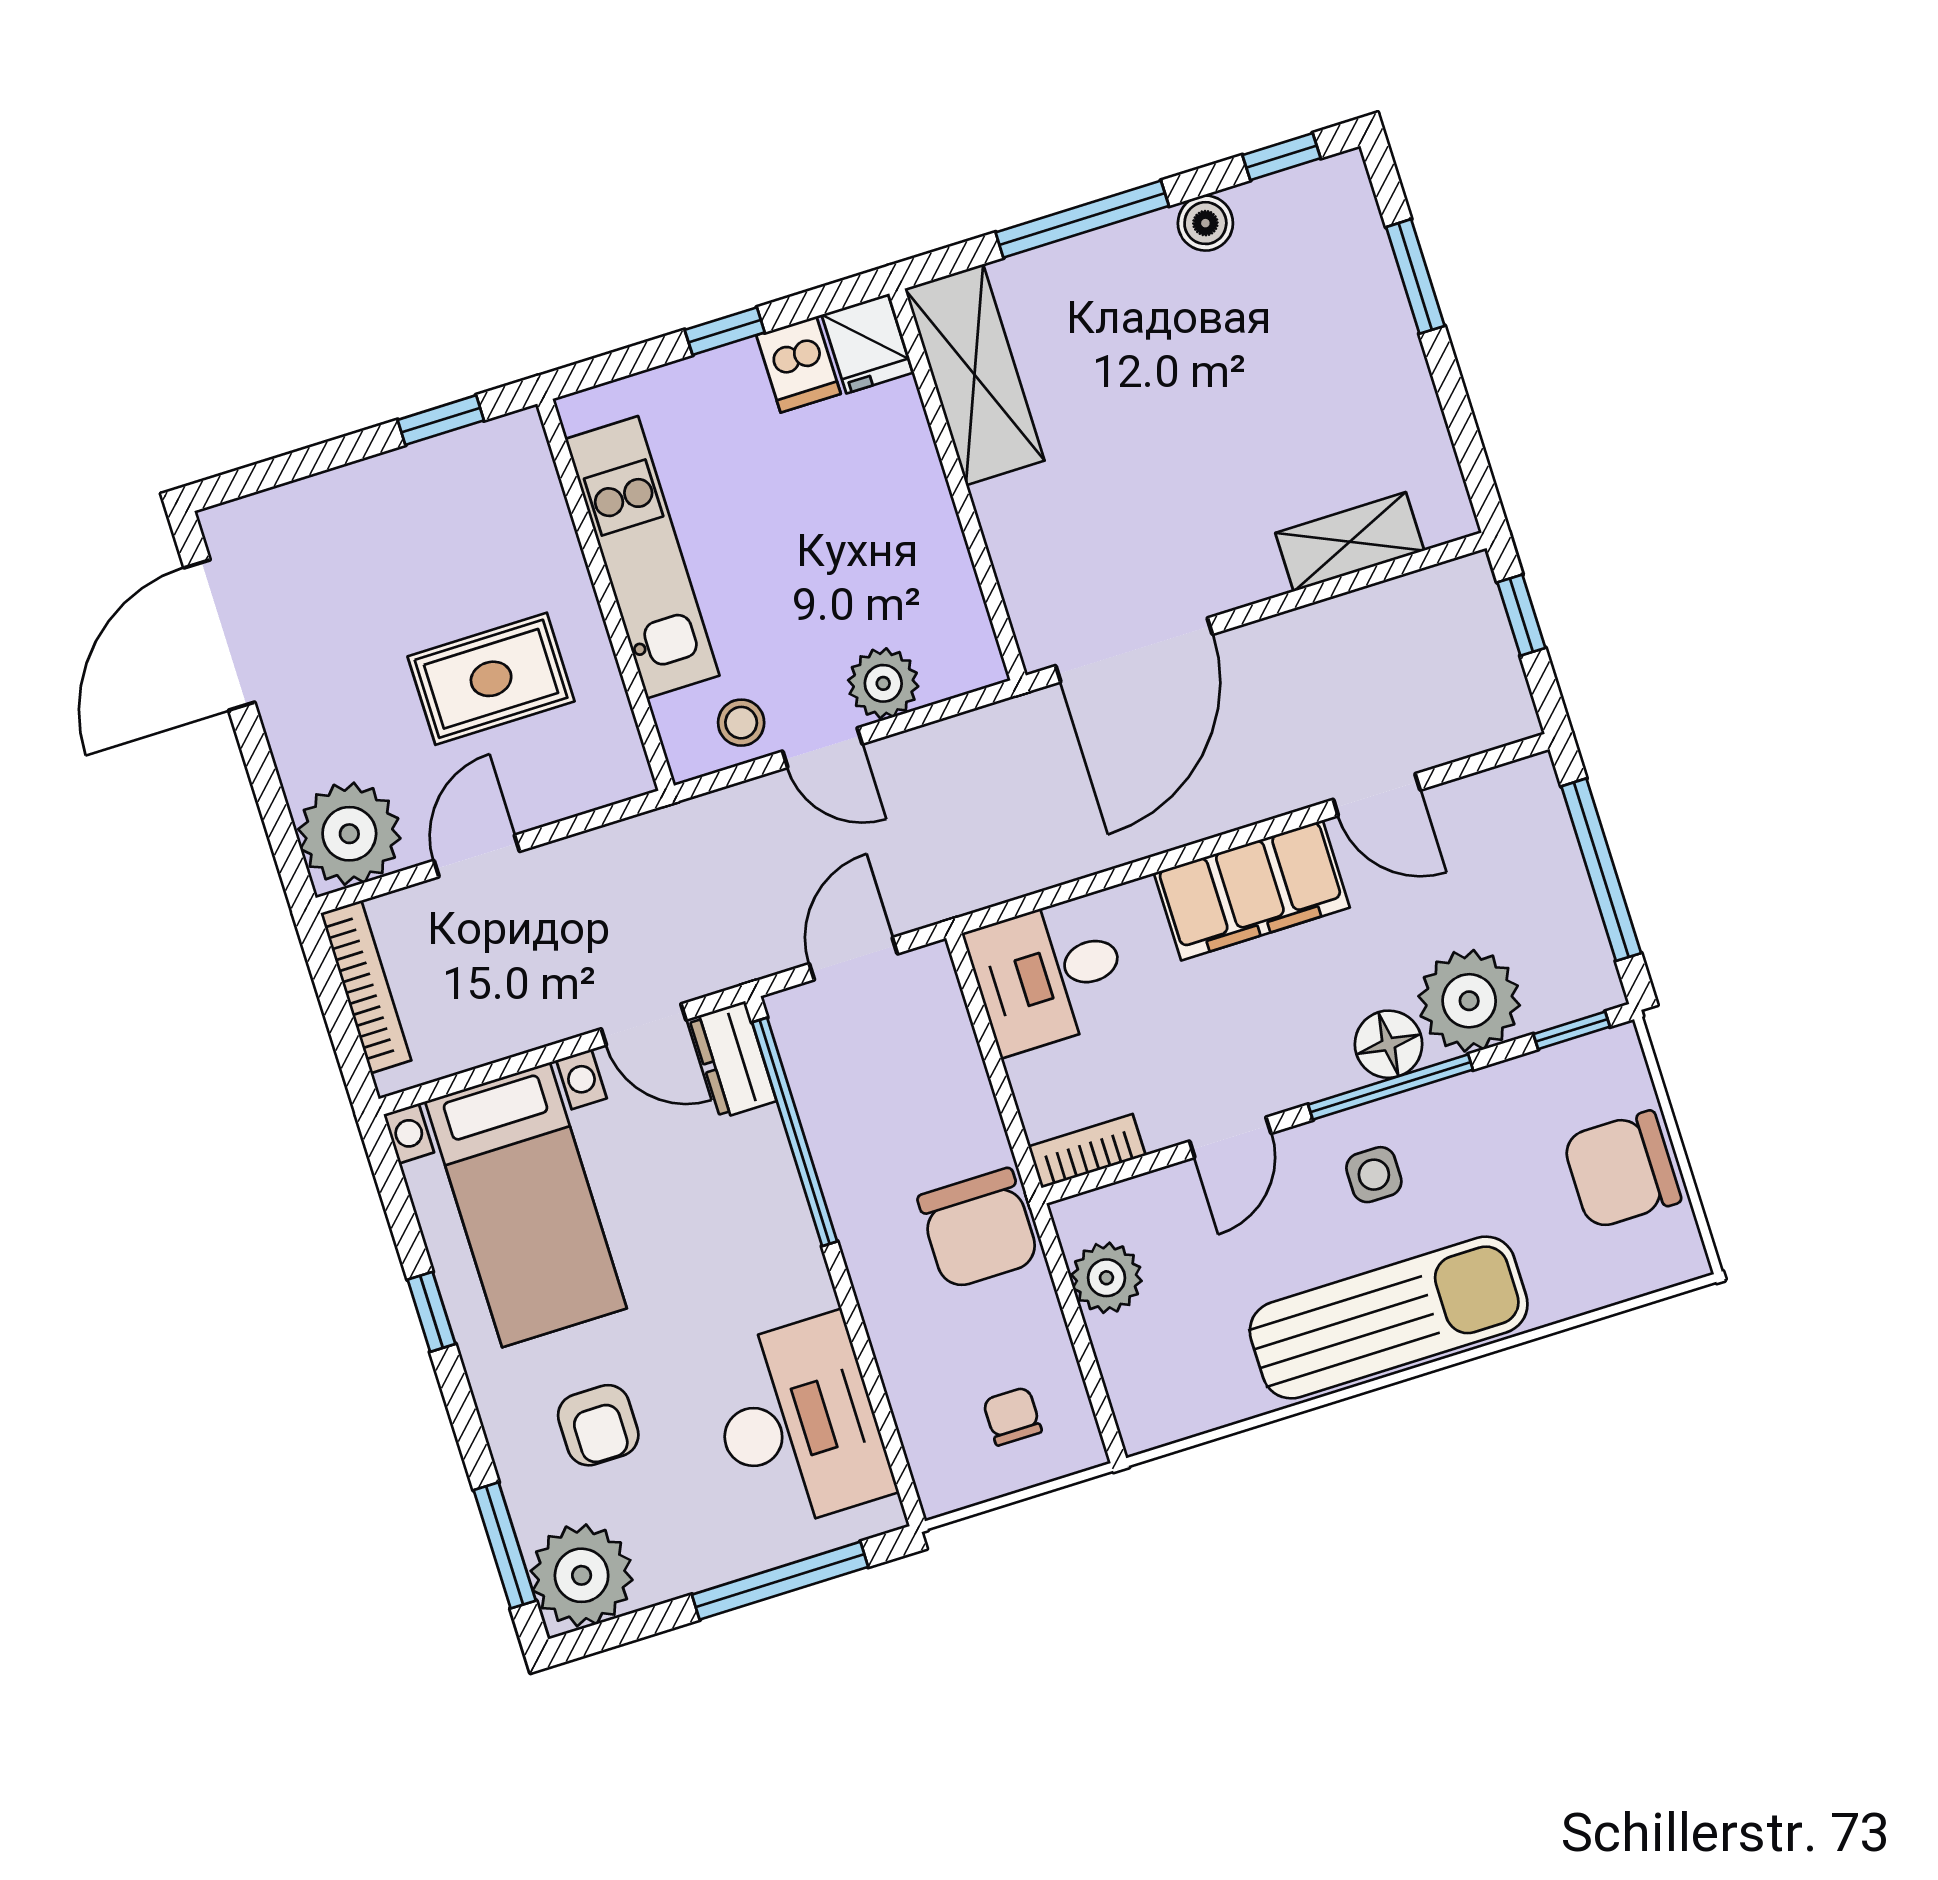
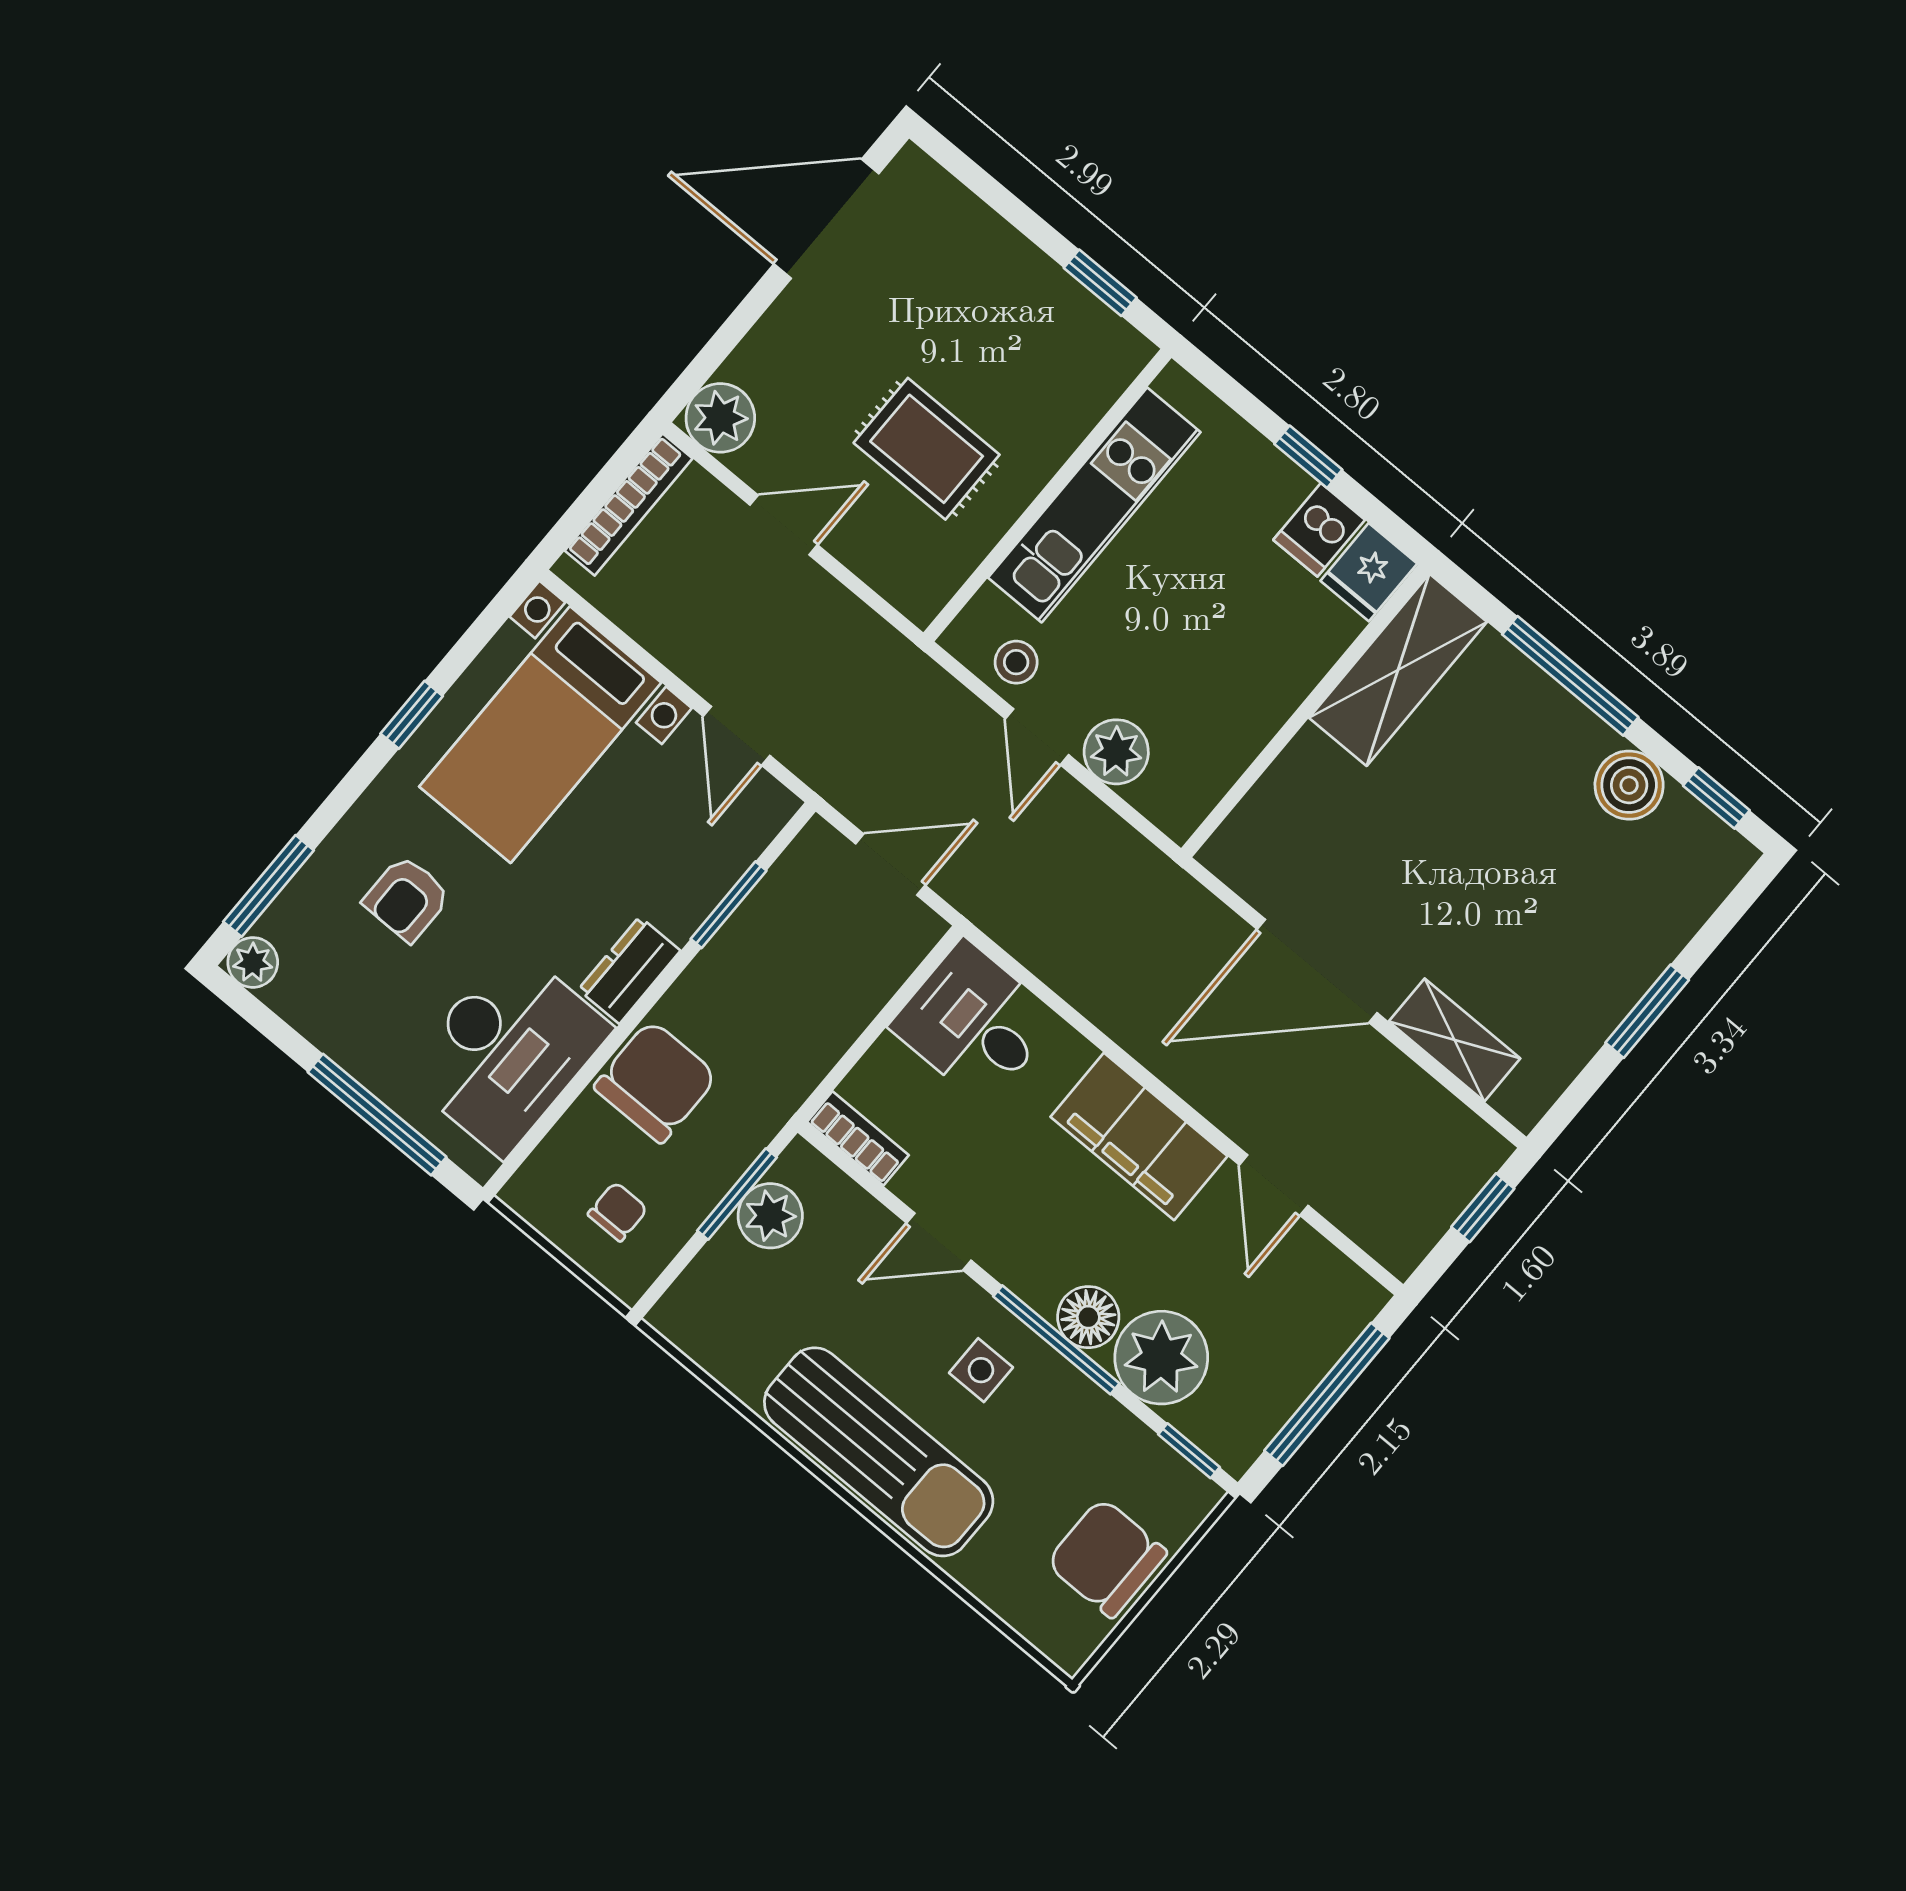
boiler: (1205, 223) -> (1629, 785), width x1.36, depth x1.36
window: (1415, 276) -> (1647, 1011), moved
door: (1134, 650) -> (1317, 971), moved
plant: (349, 834) -> (720, 418), width x0.73, depth x0.73
dresser: (733, 1060) -> (629, 970), moved
window: (795, 1132) -> (729, 905), width x0.47
chair: (978, 1229) -> (656, 1082), moved, turned 180
window: (1067, 1295) -> (737, 1194), added
plant: (582, 1575) -> (253, 962), width x0.53, depth x0.53

